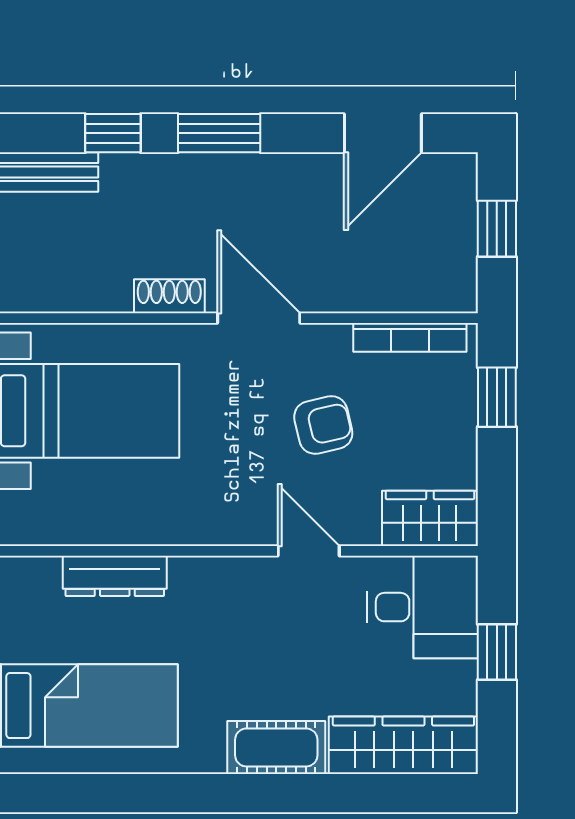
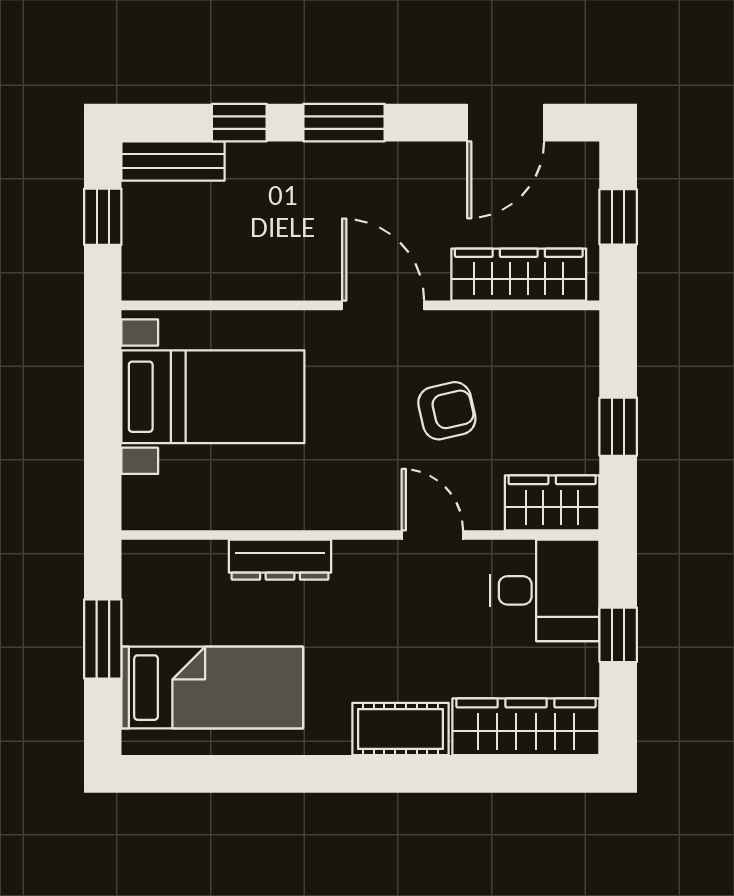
wardrobe: (396, 287) -> (519, 275), added
shoe rack: (169, 296) -> (295, 284), removed
bookcase: (410, 337) -> (532, 324), removed
window: (497, 397) -> (618, 427), moved
dresser: (115, 576) -> (280, 560), moved

